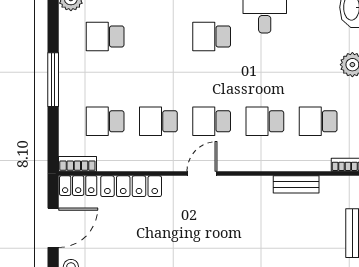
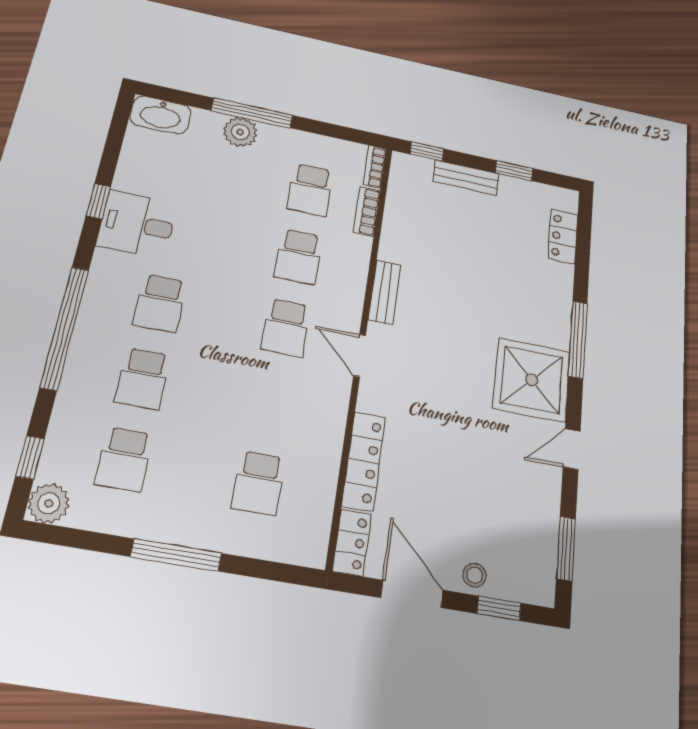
school desk: (158, 121) -> (143, 379), moved
bookcase: (77, 164) -> (367, 211), moved
bench: (296, 184) -> (384, 292), moved

